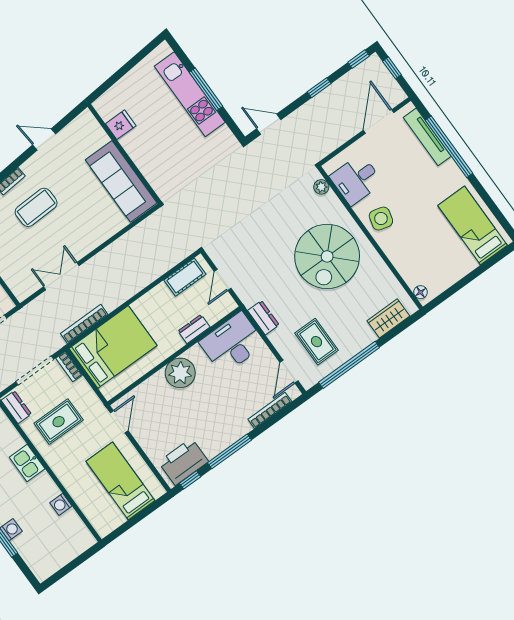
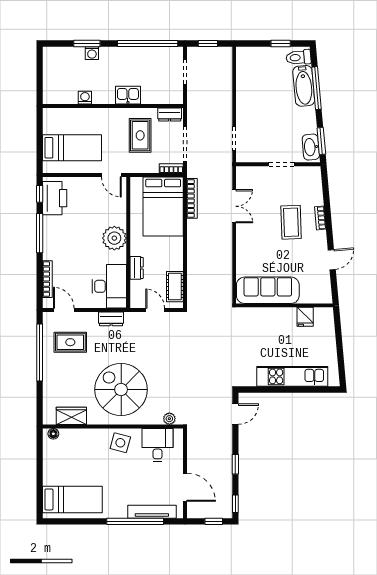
window: (206, 89) -> (288, 389), removed
wardrobe: (388, 318) -> (71, 416), moved, turned -90

